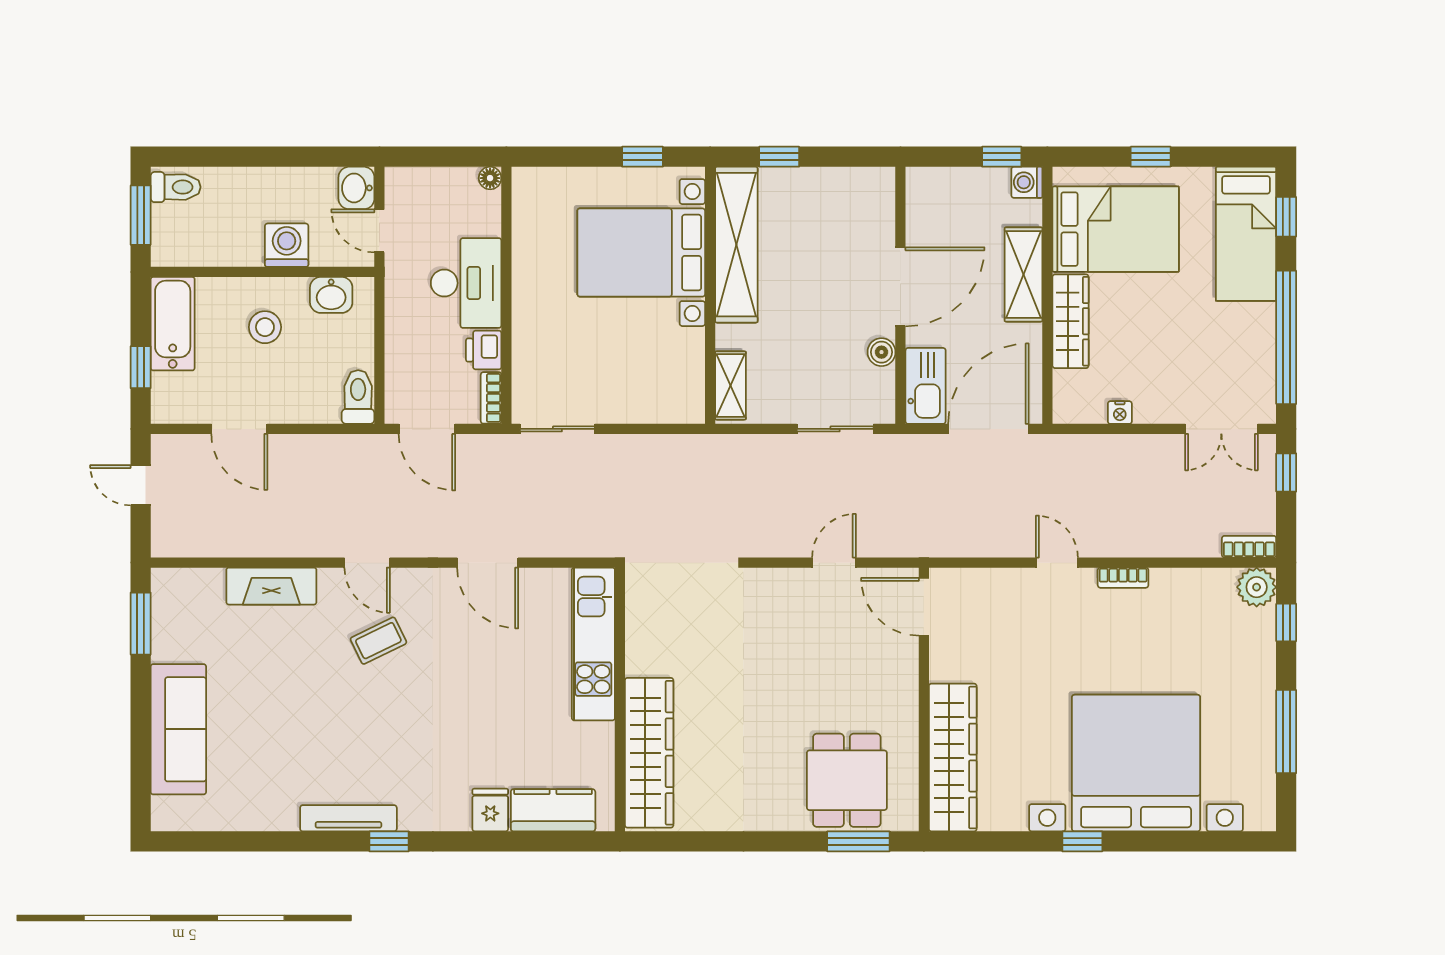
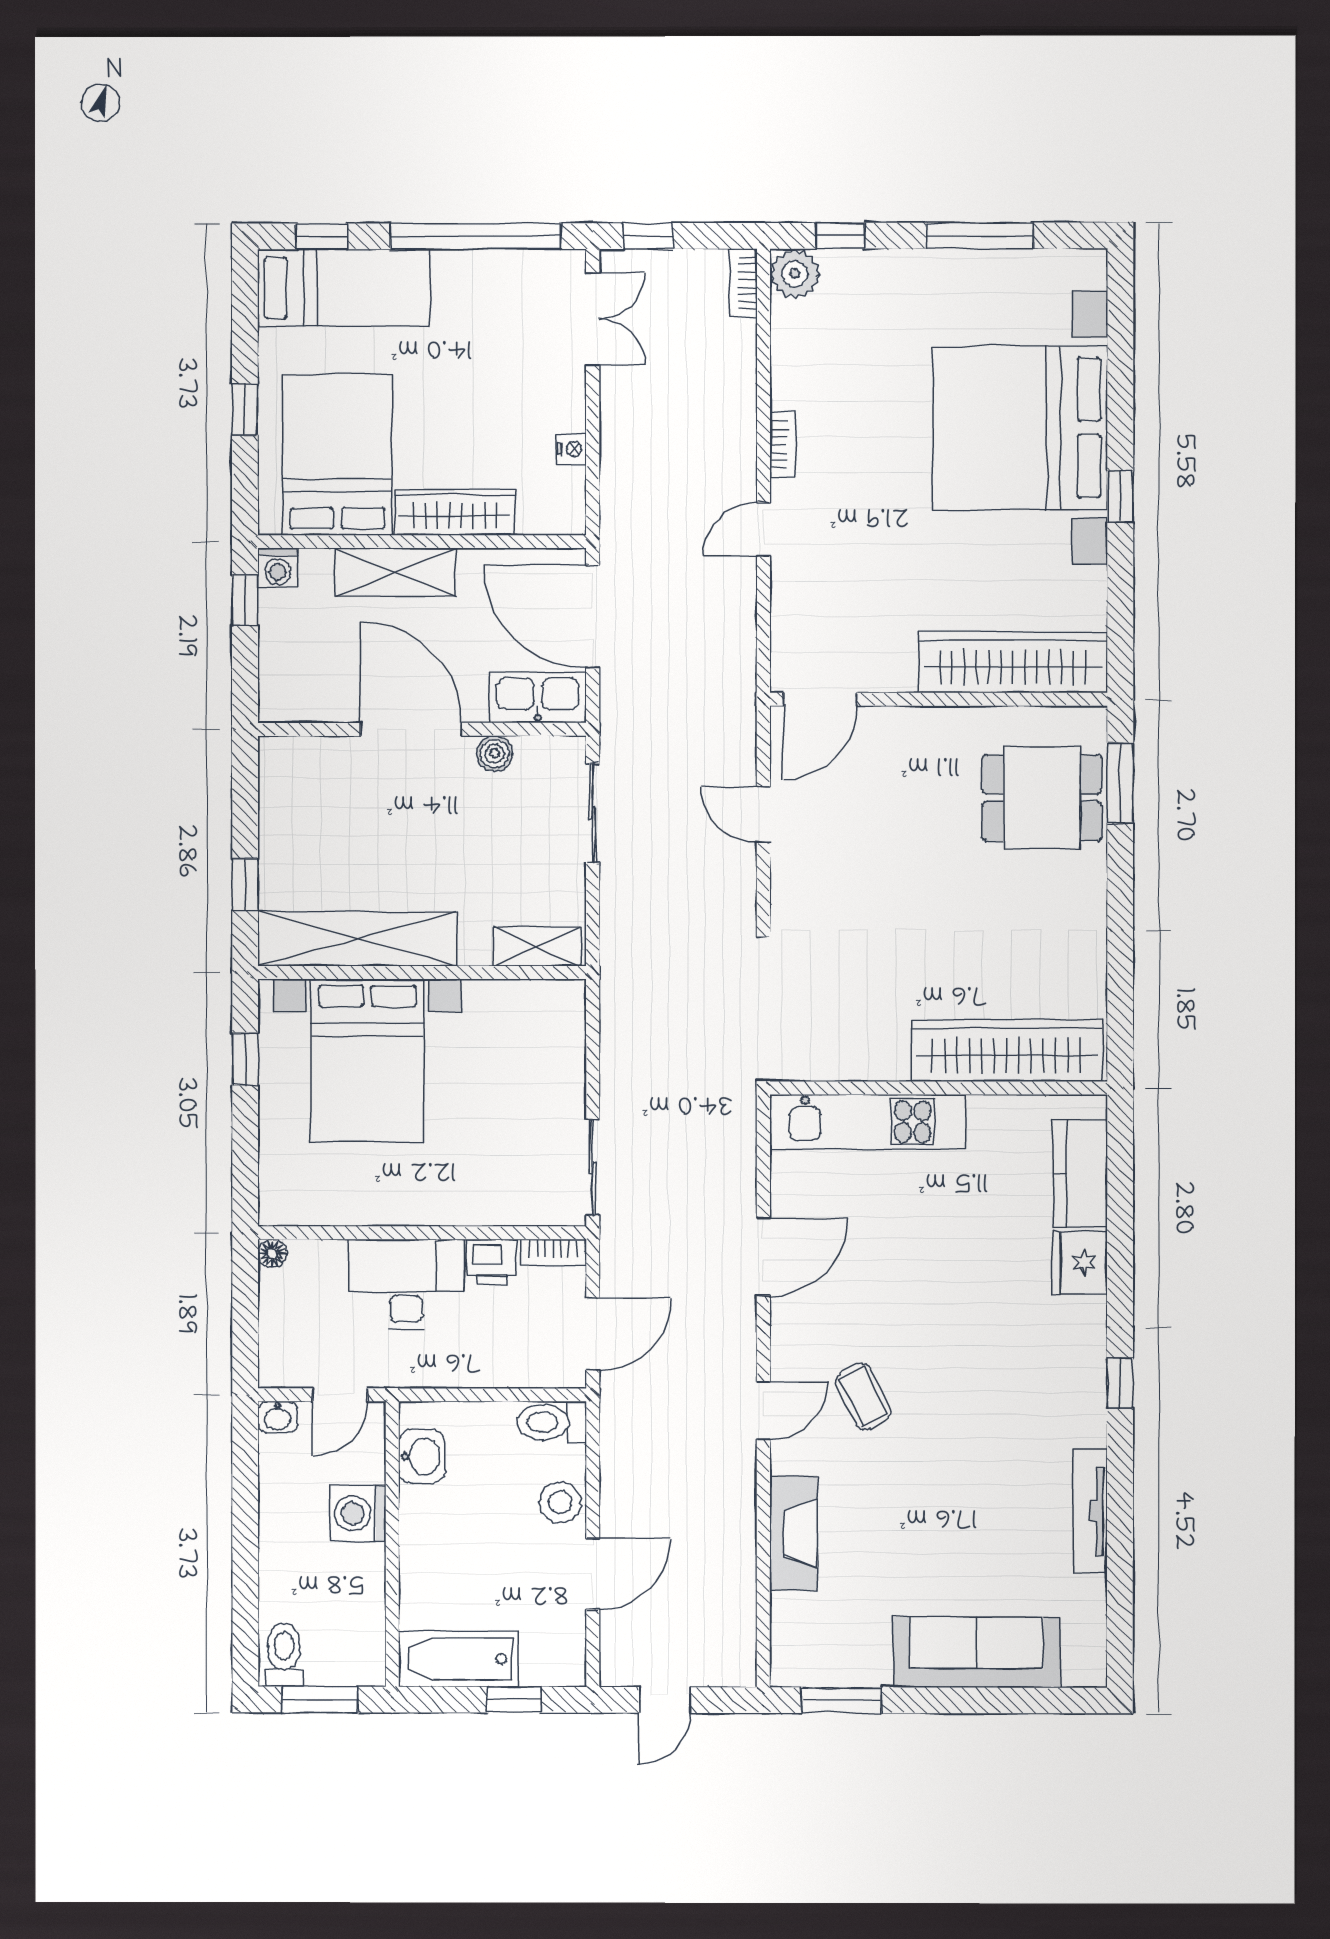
washbasin: (356, 188) -> (278, 1417), width x0.72, depth x0.69
stool: (265, 327) -> (560, 1502), moved
fridge: (490, 810) -> (1080, 1262), width x1.38
tv unit: (348, 818) -> (1090, 1511), moved

